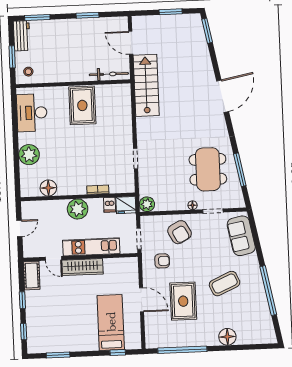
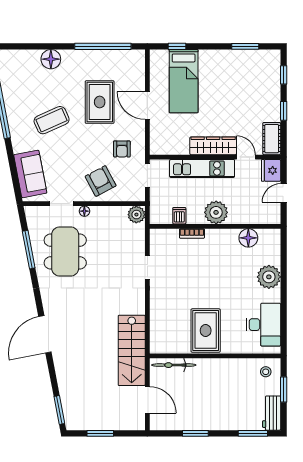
fridge: (126, 205) -> (271, 170), moved, turned -90
armchair: (162, 261) -> (122, 149), turned -90

